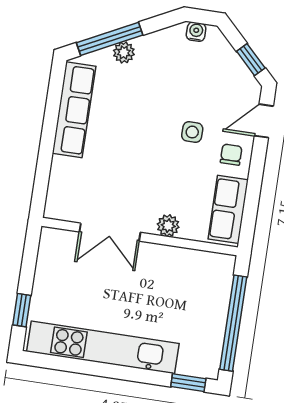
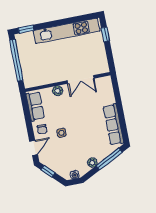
plant: (124, 52) -> (92, 163), moved
double door: (110, 232) -> (81, 79), swing flipped

